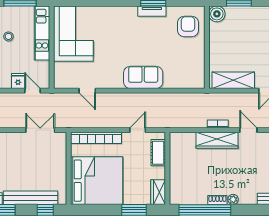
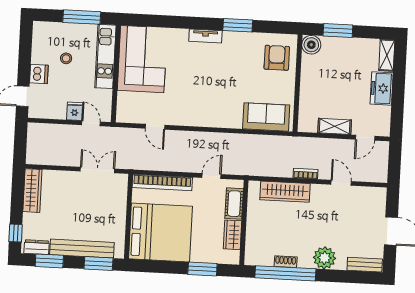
tv unit: (152, 11) -> (205, 36), moved
sofa: (143, 77) -> (266, 117), moved
shelving: (233, 80) -> (335, 126), width x0.67, depth x0.75
wardrobe: (217, 140) -> (285, 192), moved
wardrobe: (158, 192) -> (233, 235), moved
plant: (233, 199) -> (324, 258), width x1.87, depth x1.87
shoe rack: (217, 200) -> (286, 262), moved
window: (45, 210) -> (98, 263), width x1.50

